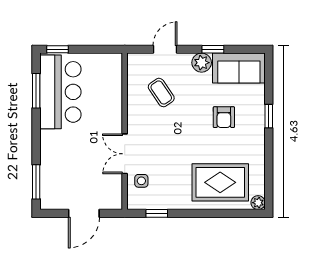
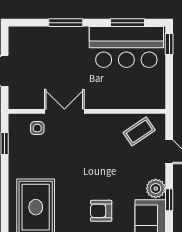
coffee table: (161, 93) -> (139, 131), moved
window: (36, 182) -> (66, 23), moved

